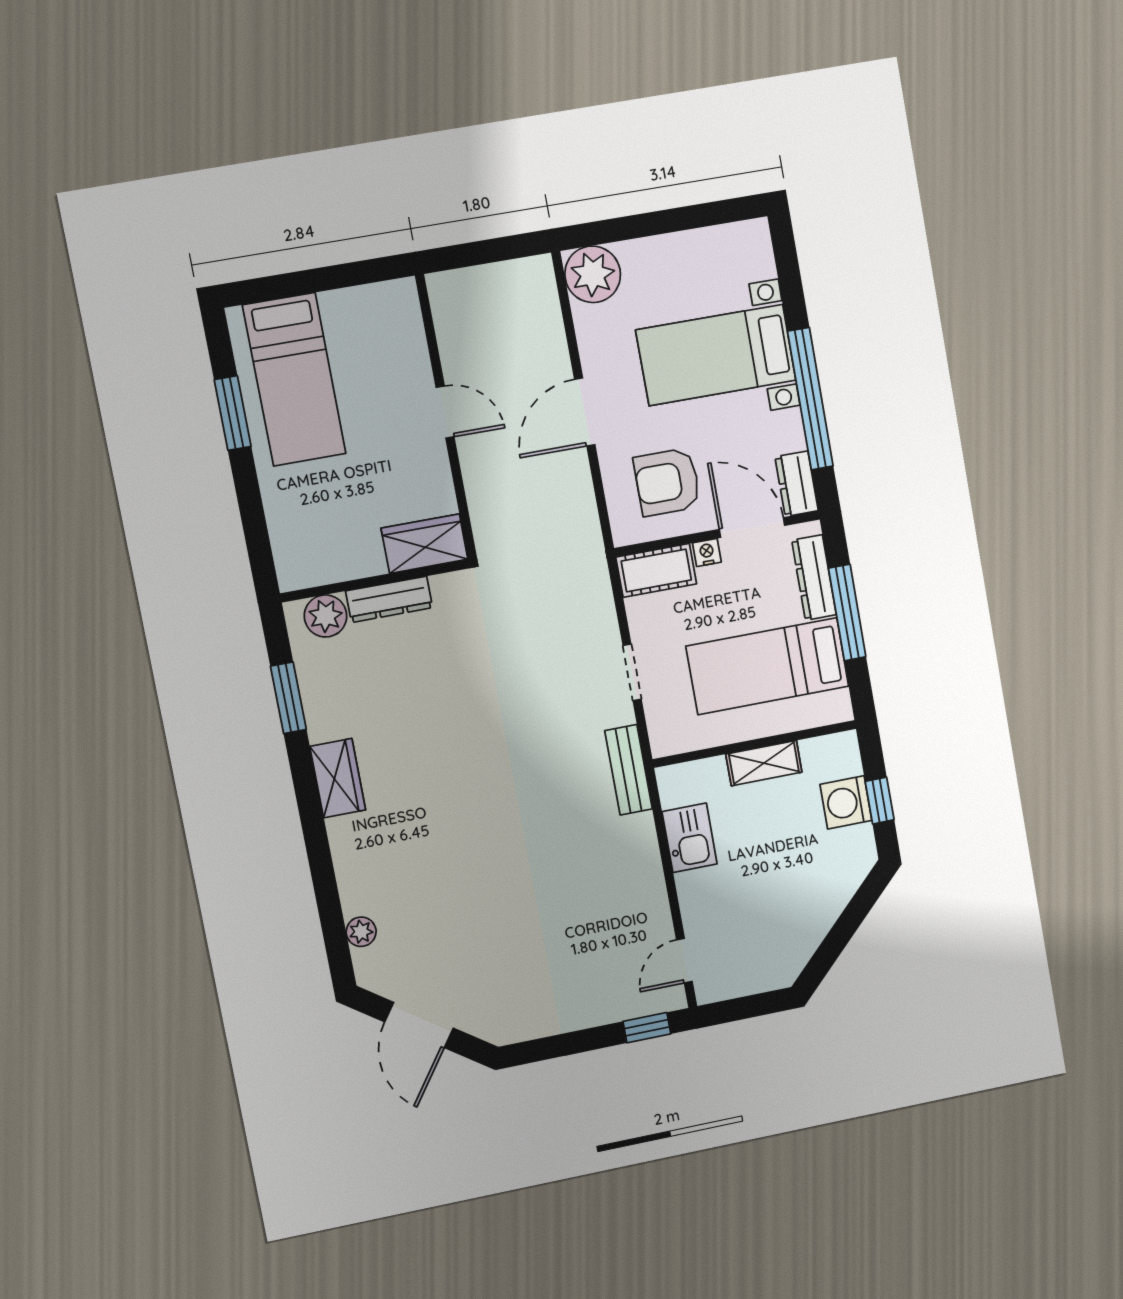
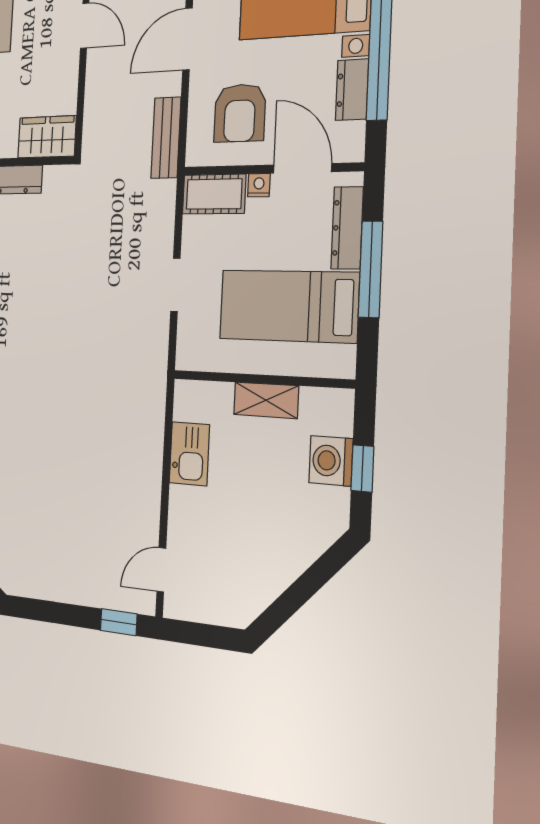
armchair: (667, 482) -> (240, 113), turned -90
dresser: (797, 484) -> (352, 90), moved
bench: (629, 770) -> (166, 138), moved

